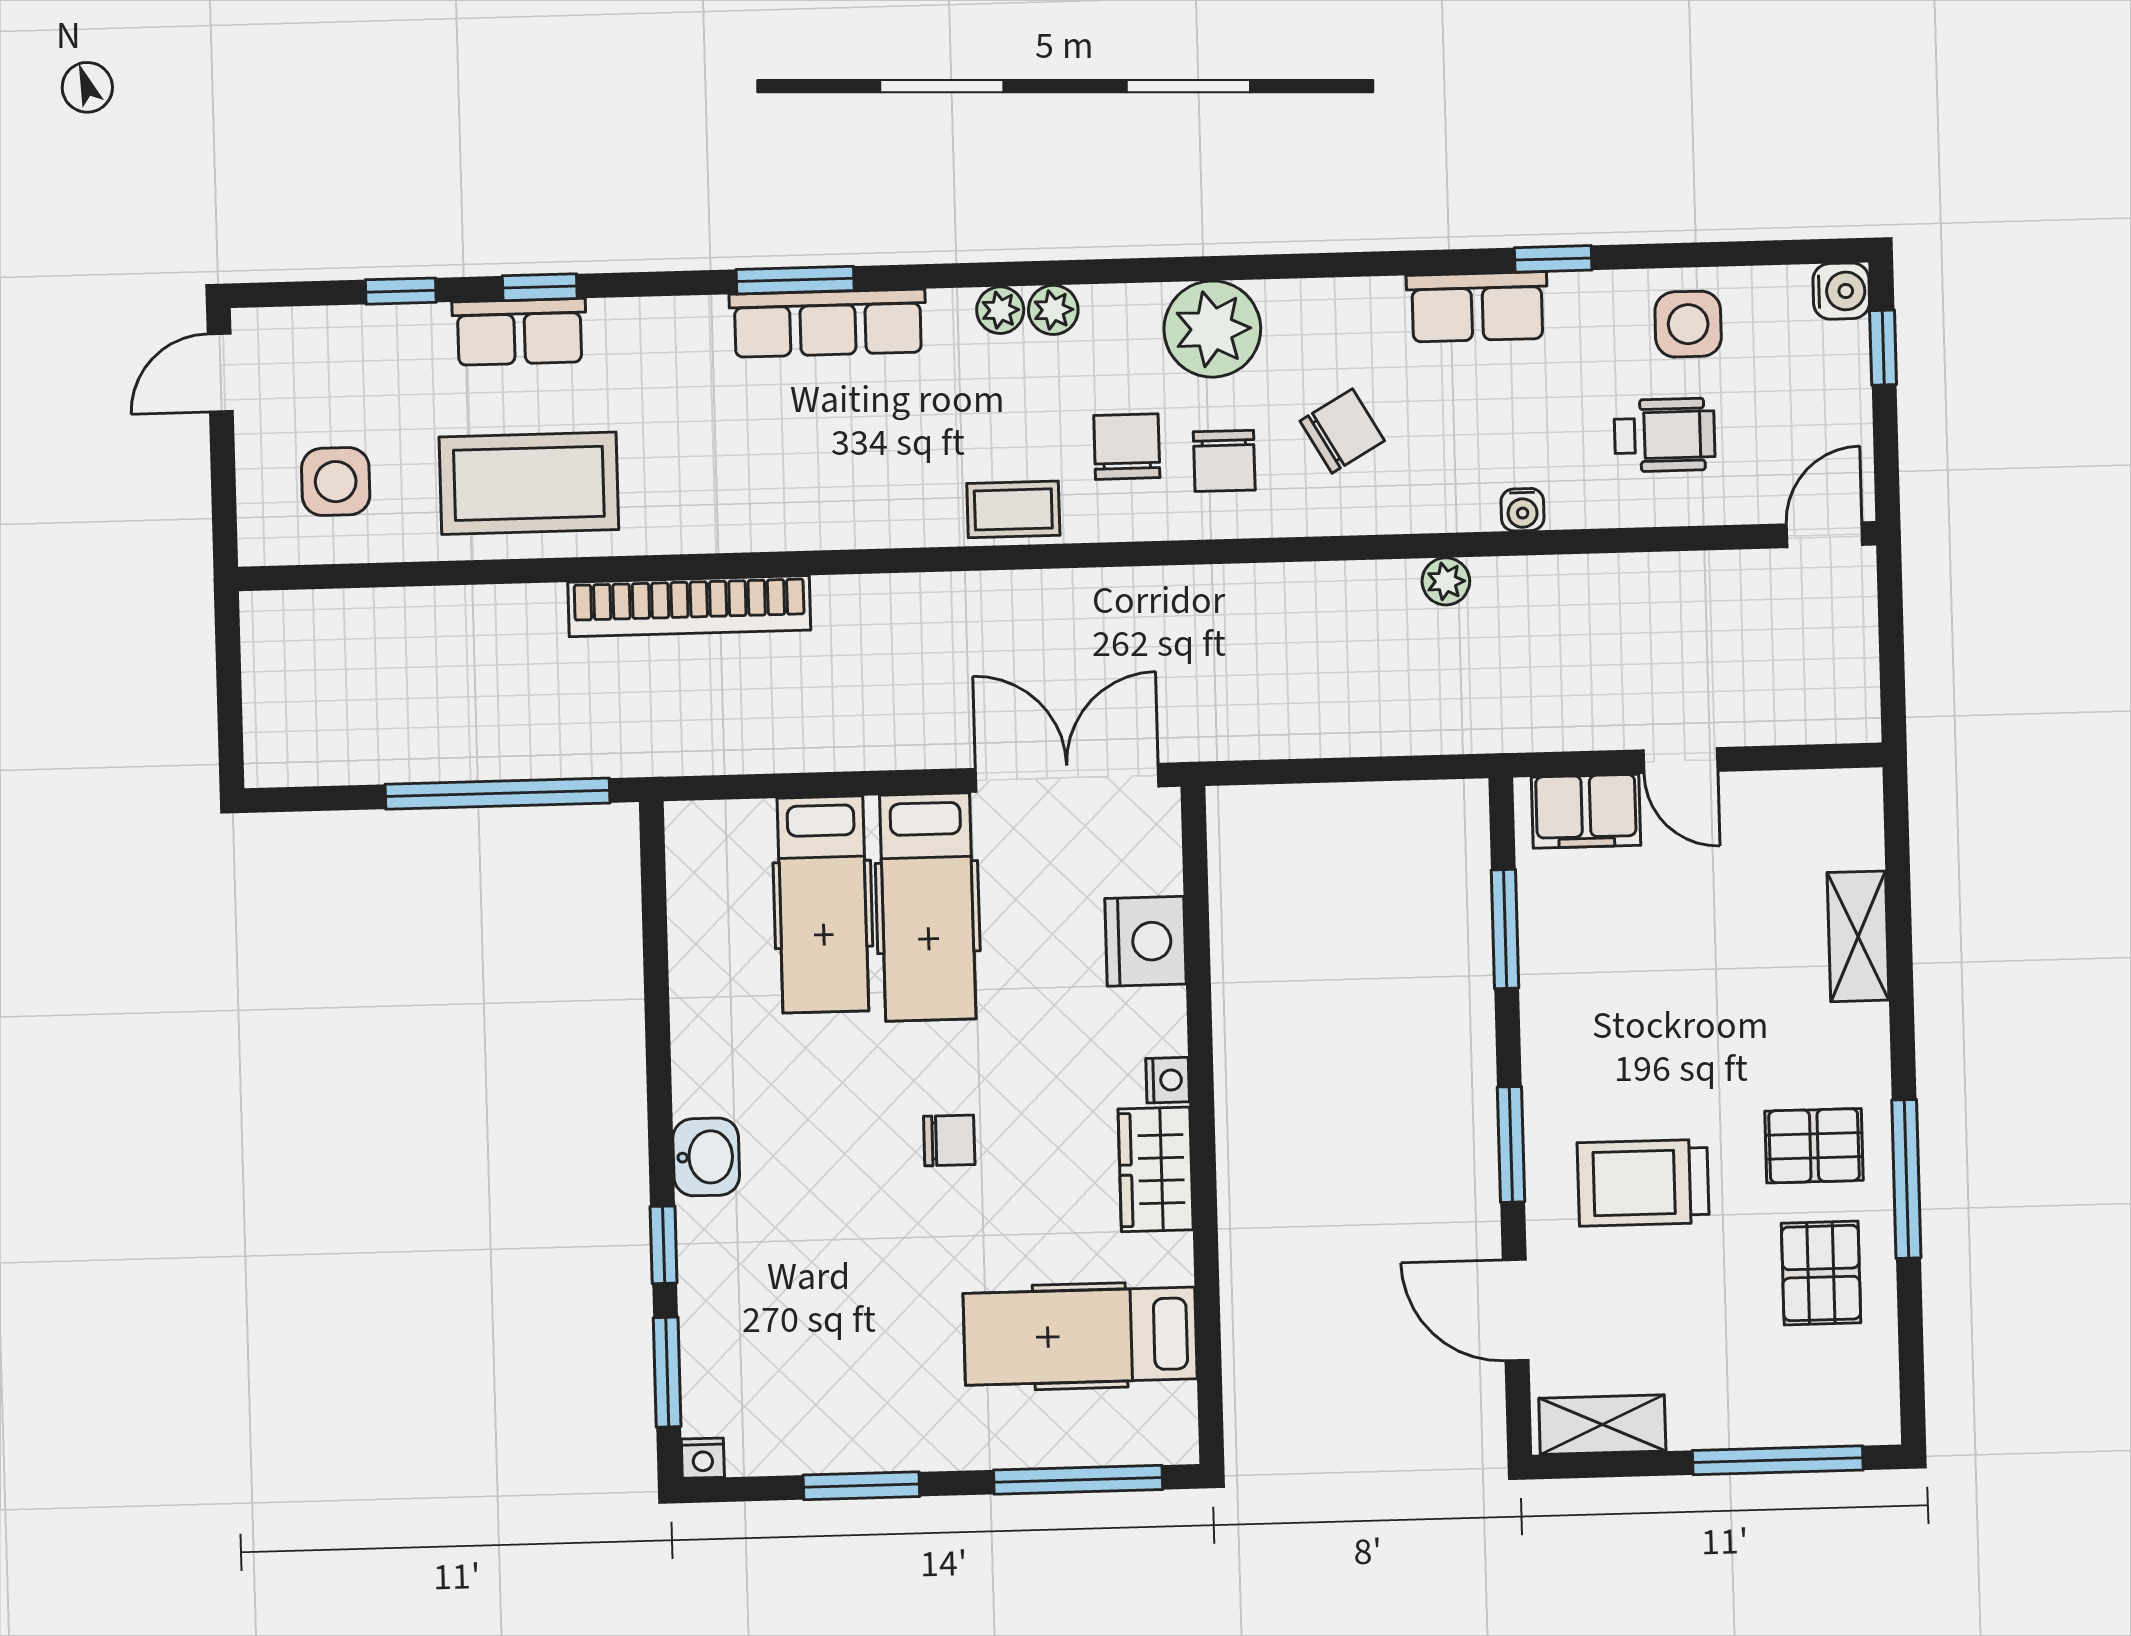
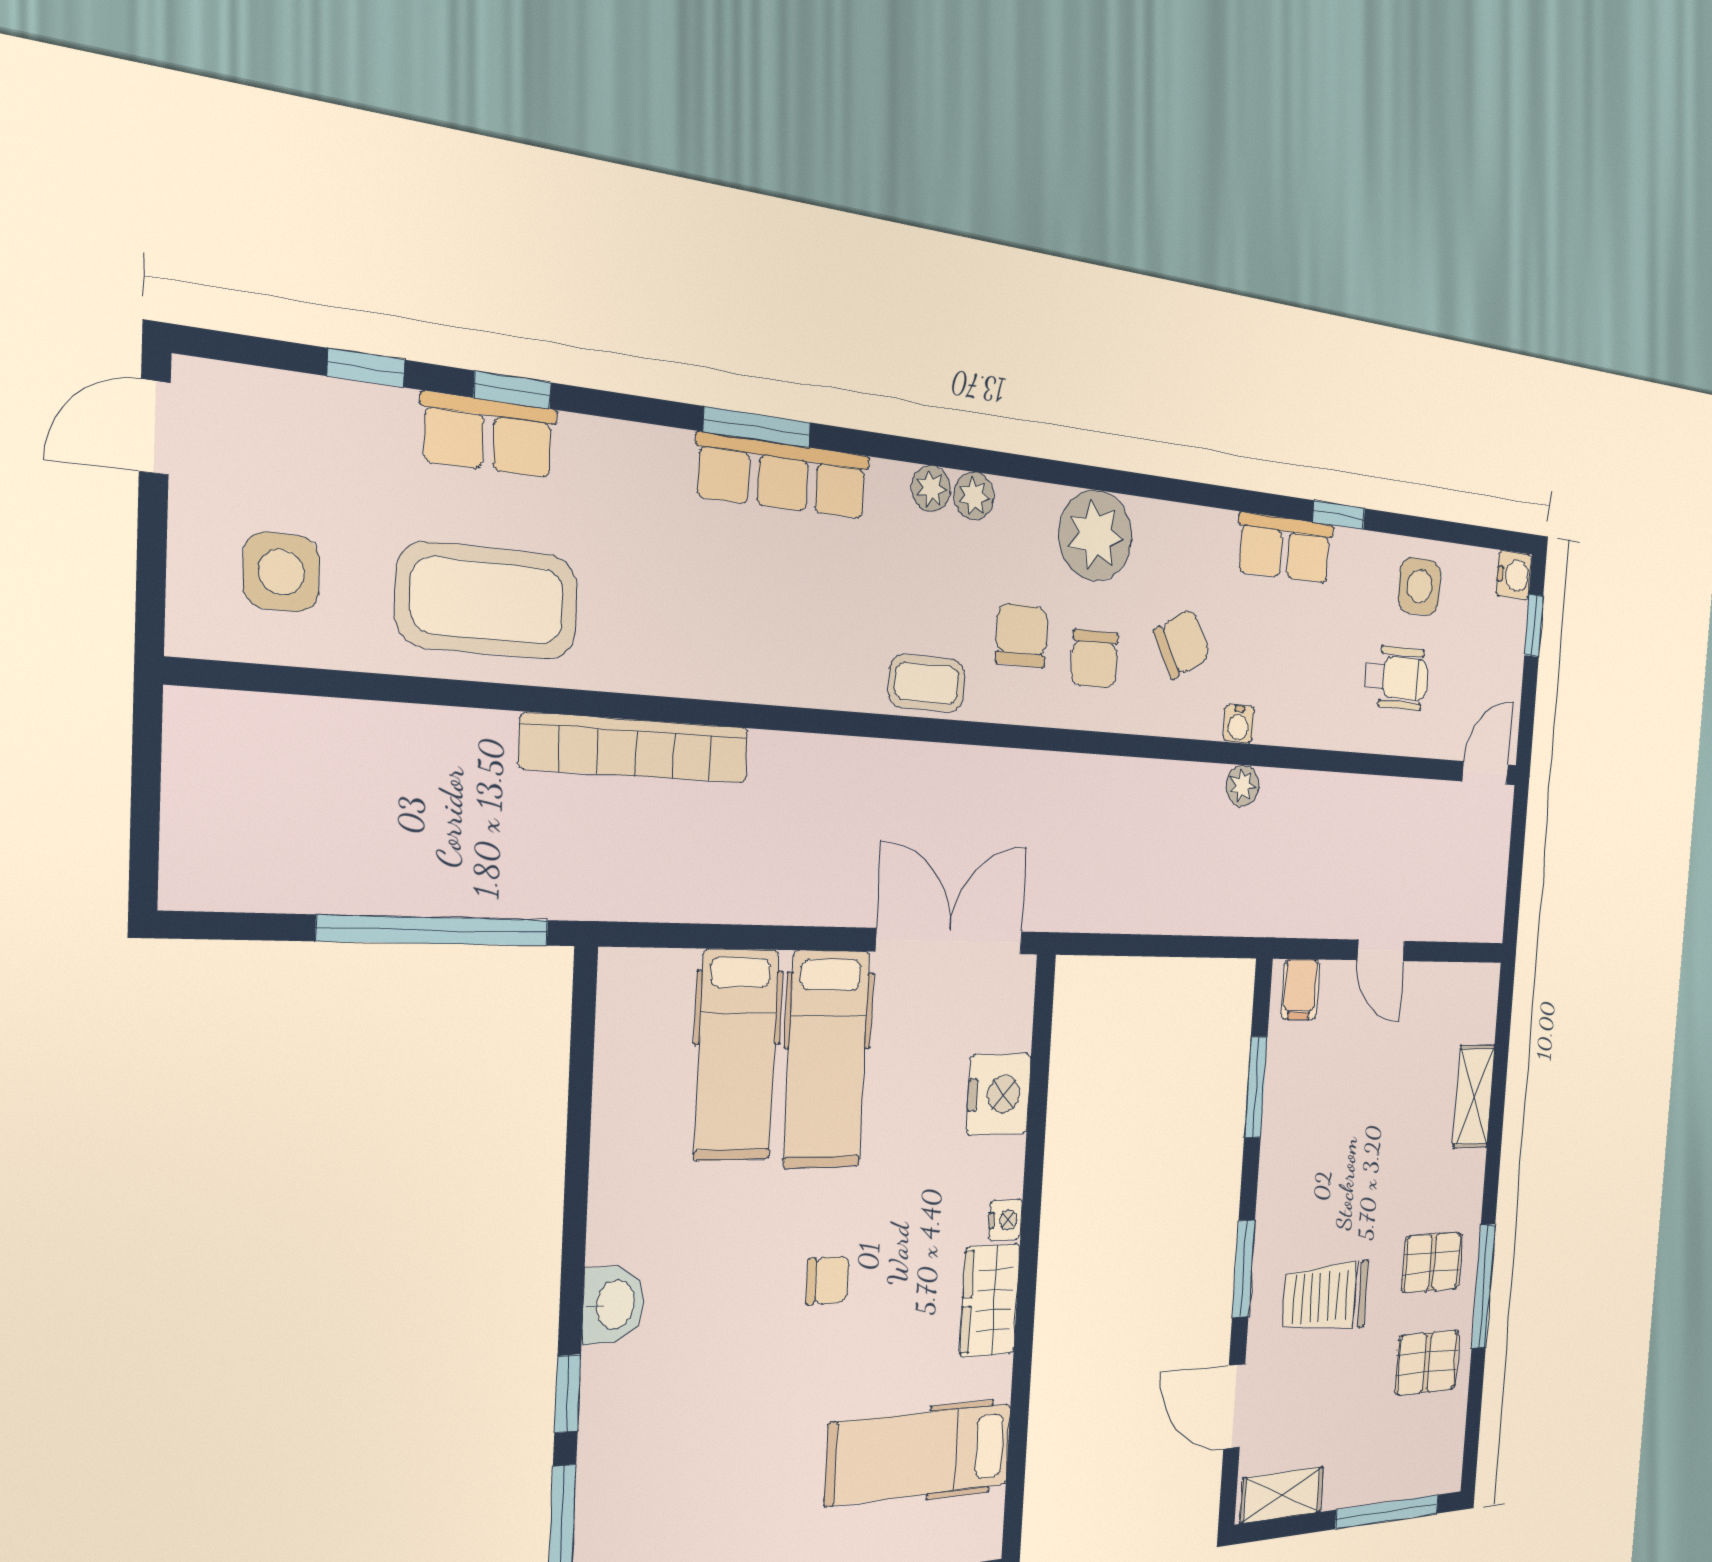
water cooler: (1522, 510) -> (1239, 724), moved
filing cabinet: (1586, 811) -> (1300, 989), width x0.50
pallet: (1821, 1273) -> (1427, 1363), turned 90

